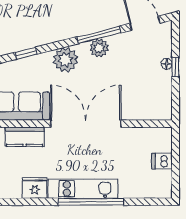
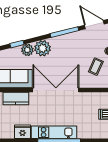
plant: (99, 48) -> (27, 50), moved
coffee table: (147, 88) -> (96, 67), added

